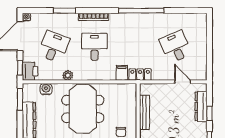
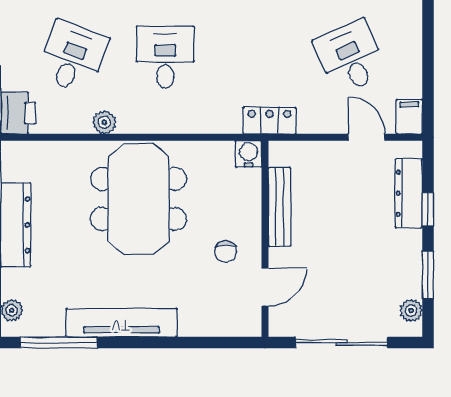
filing cabinet: (122, 73) -> (409, 117), moved
water cooler: (46, 89) -> (249, 154), moved

